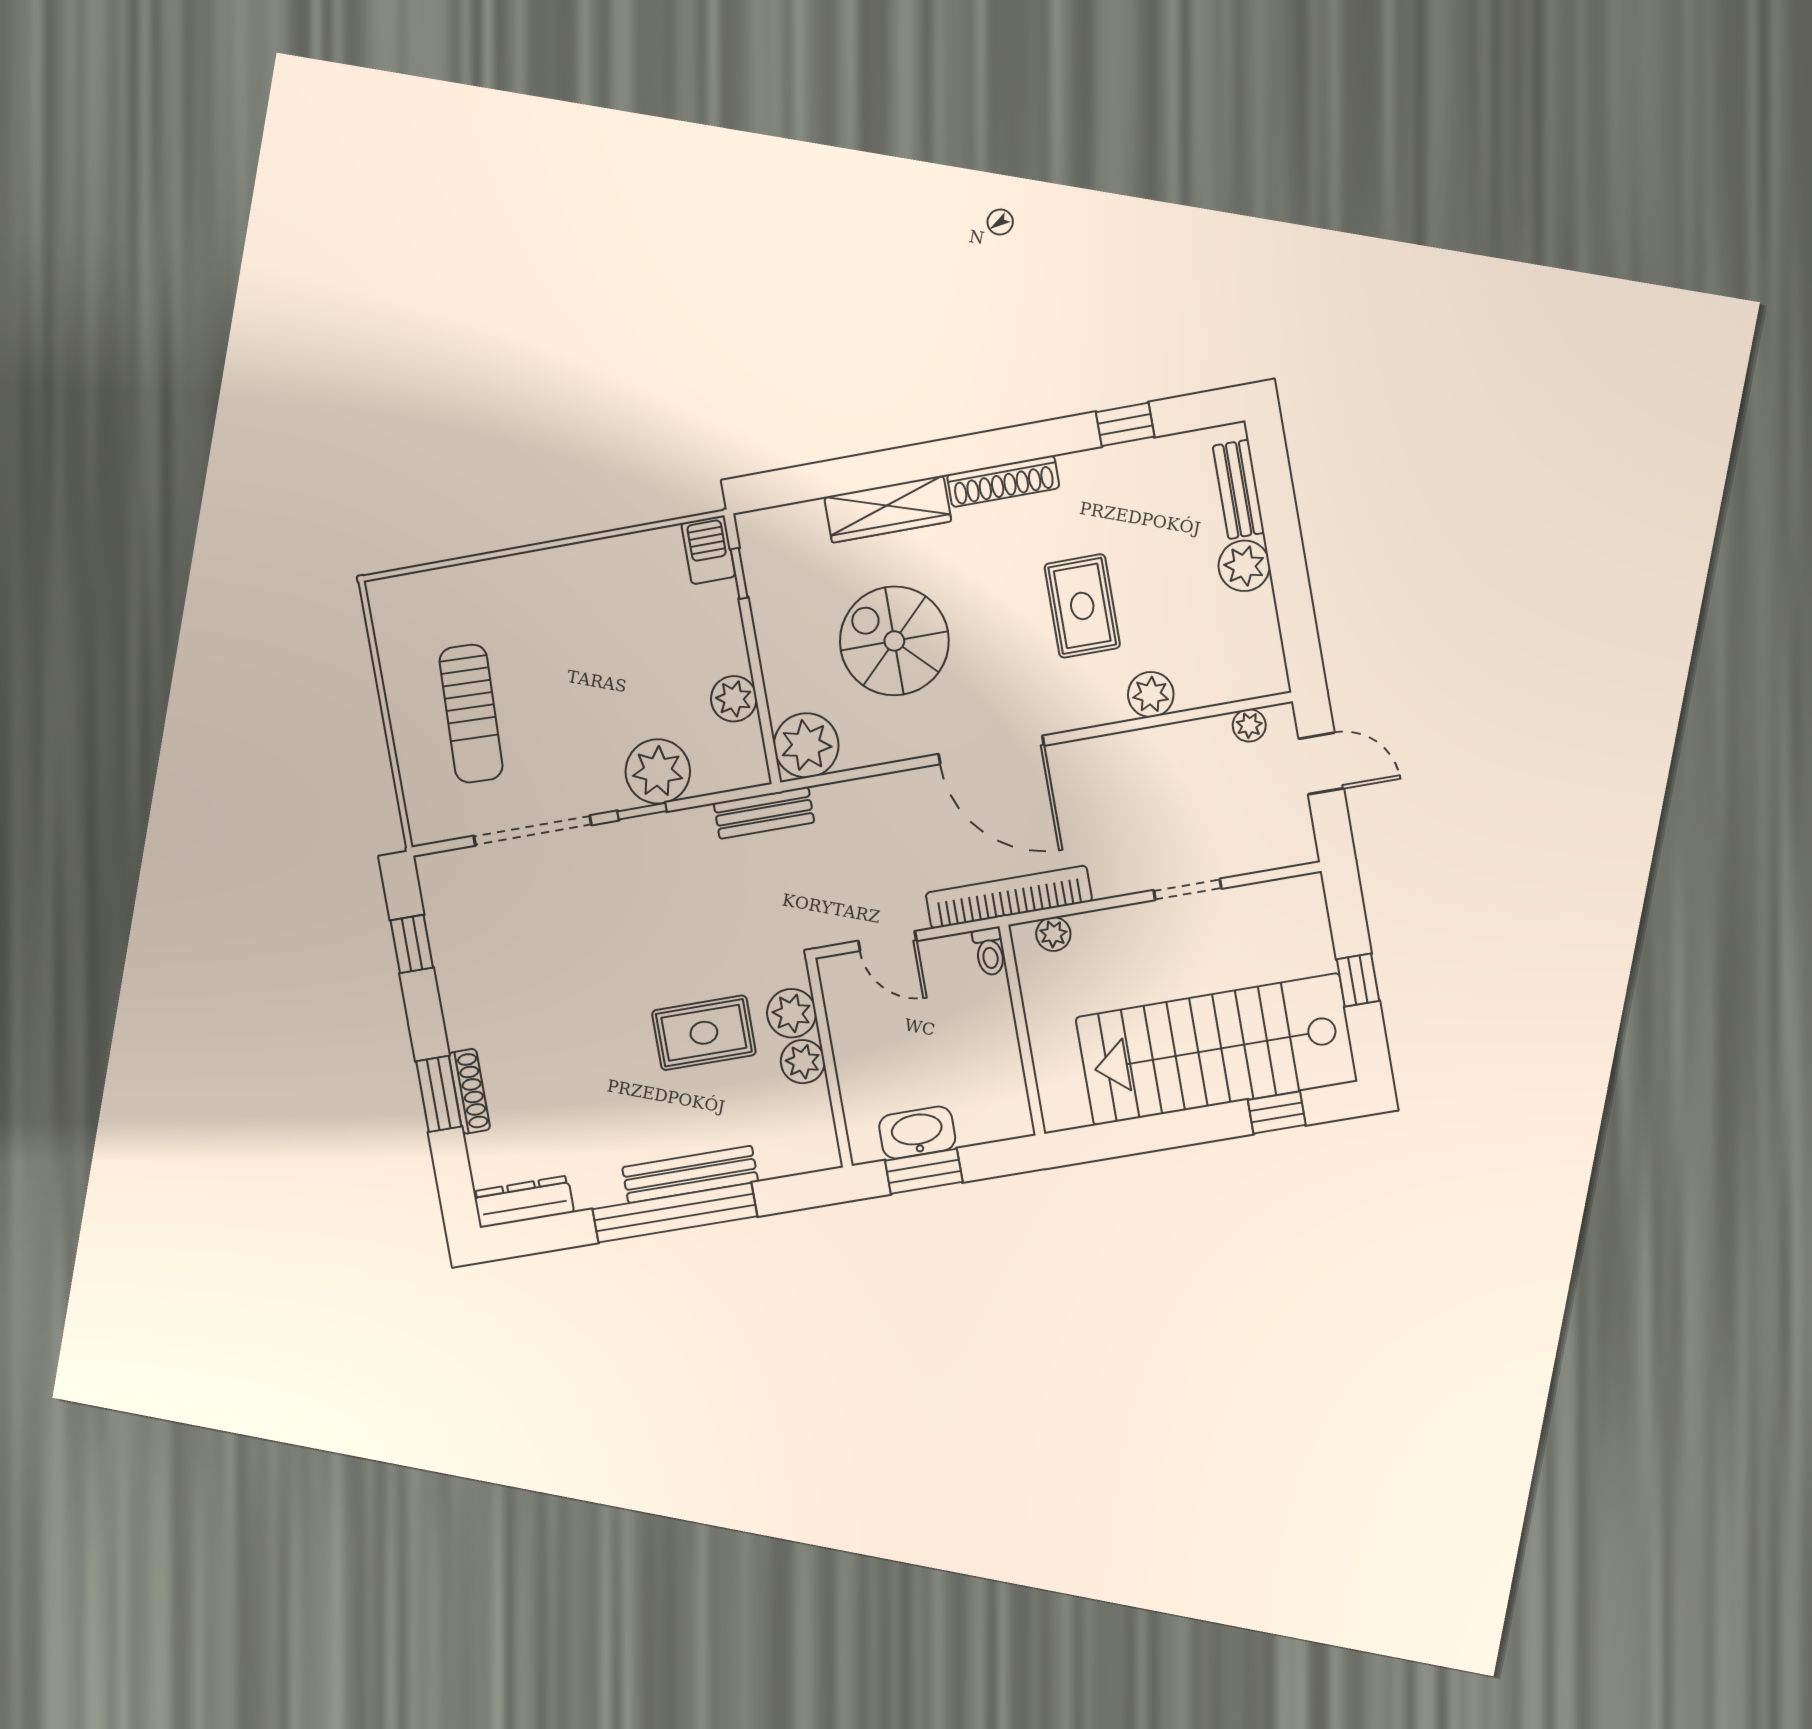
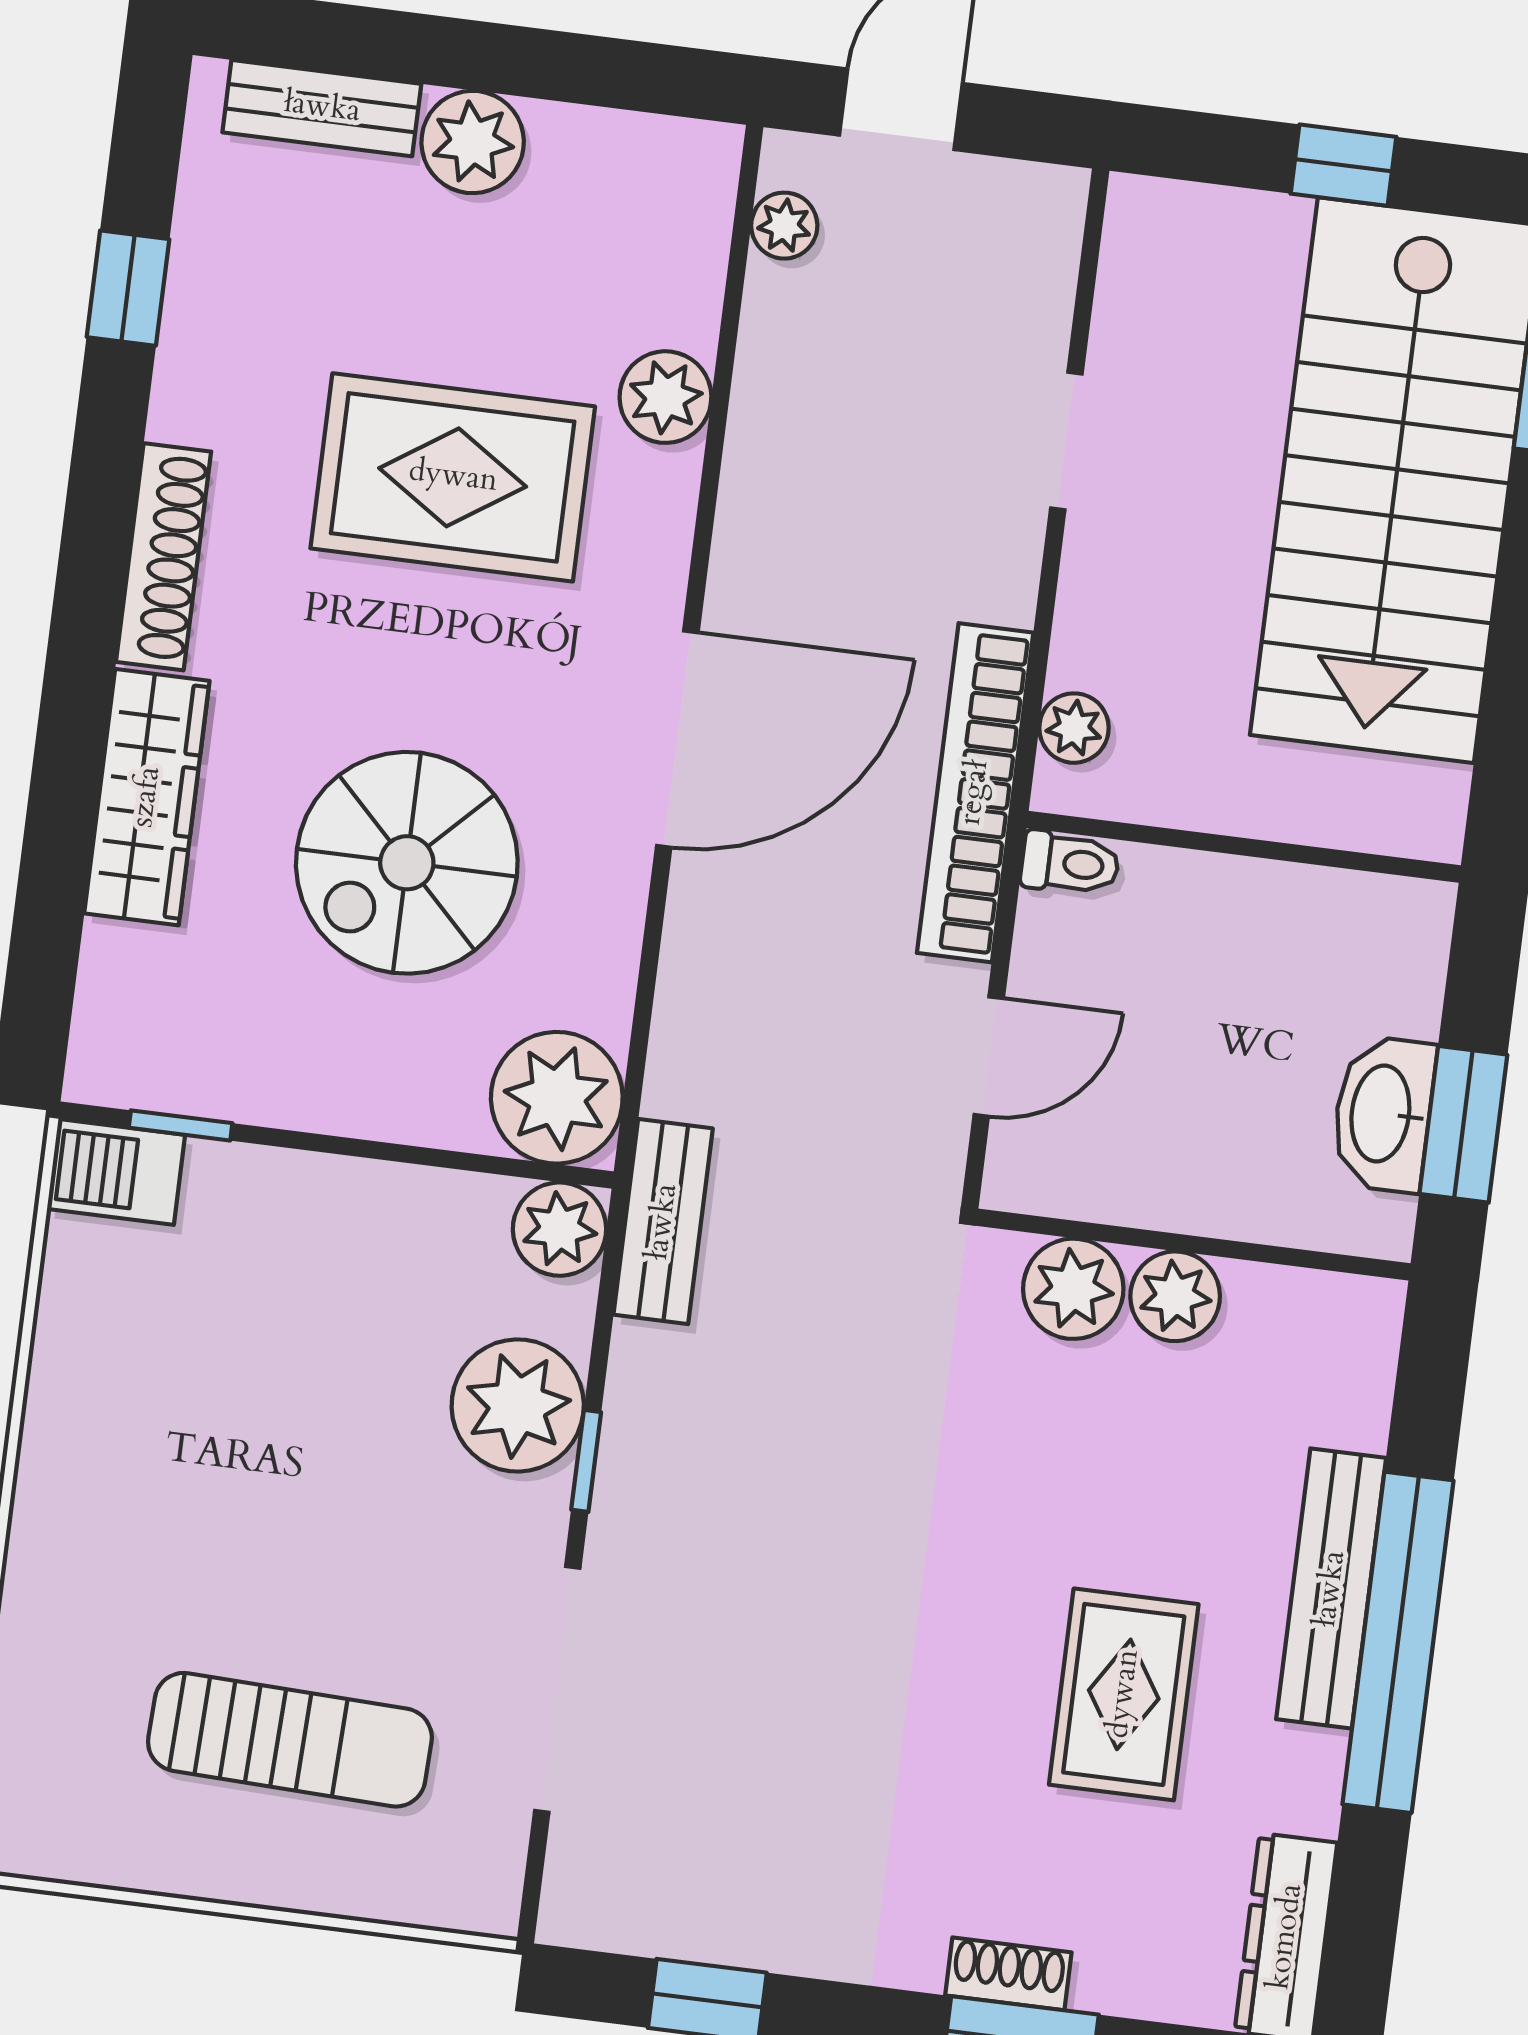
rug: (1082, 606) -> (453, 477), width x1.36, depth x1.43
plant: (734, 699) -> (560, 1229), moved
rug: (704, 1033) -> (1124, 1694), moved
shoe rack: (469, 1091) -> (1008, 1974), width x0.70

